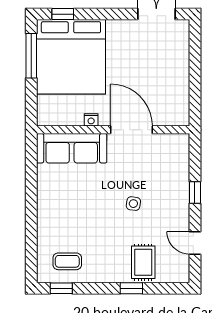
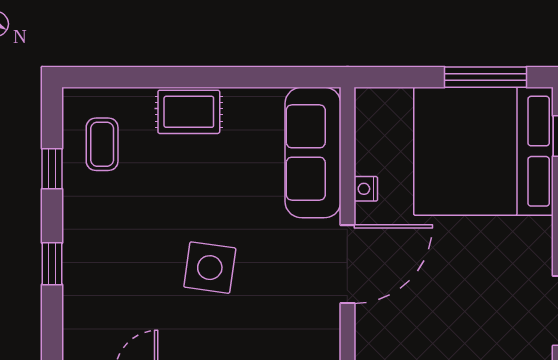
side table: (133, 204) -> (210, 268), width x1.87, depth x1.87
rug: (143, 262) -> (189, 112), moved
window: (61, 288) -> (52, 169), moved

